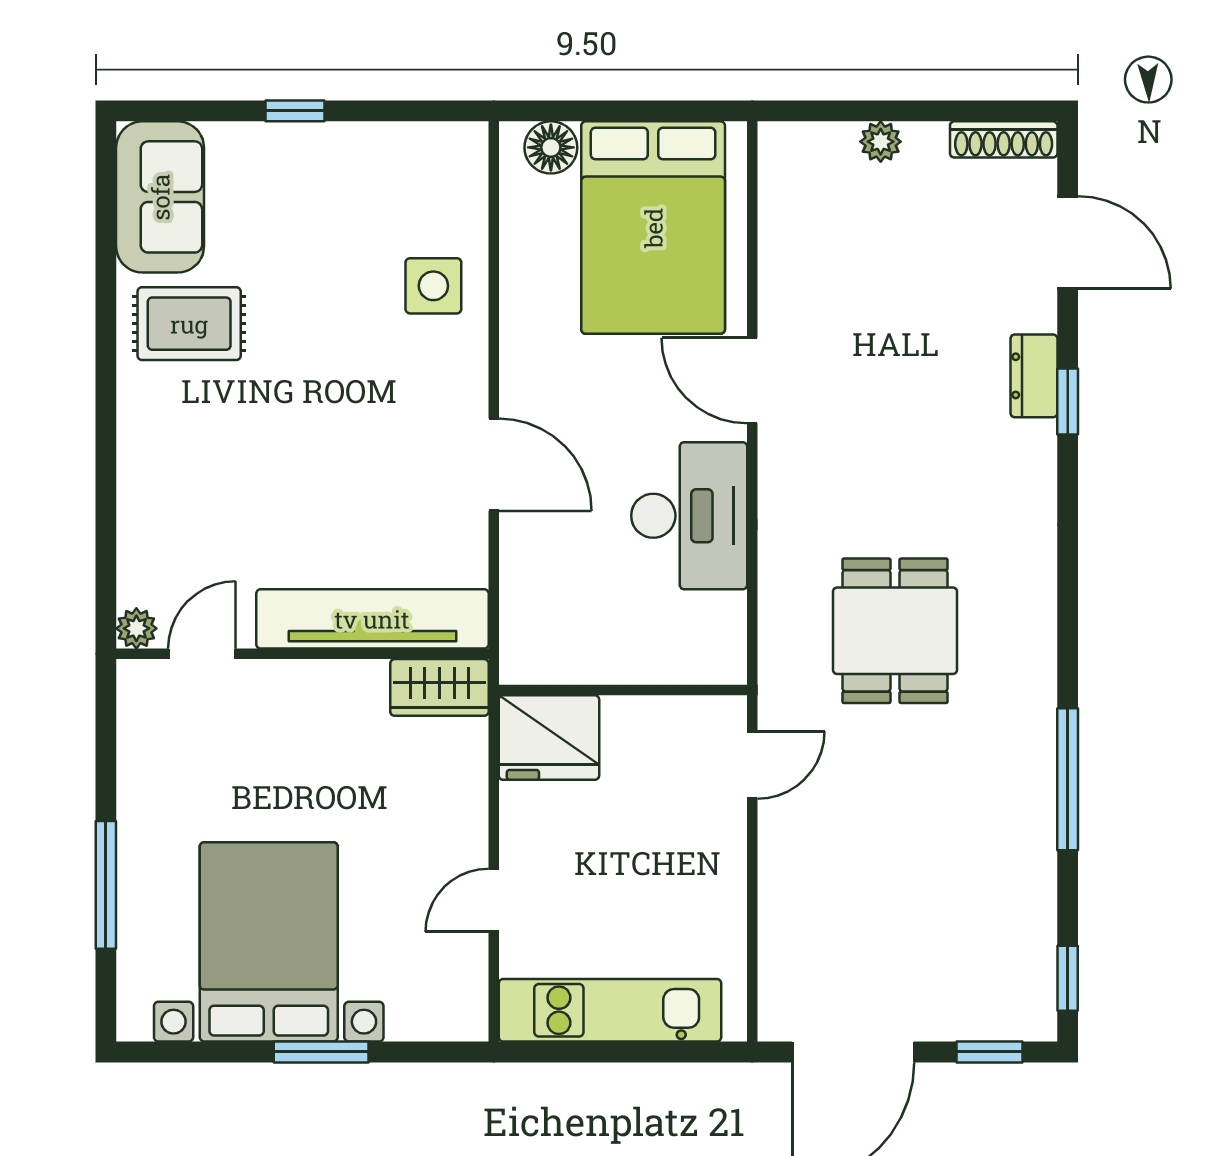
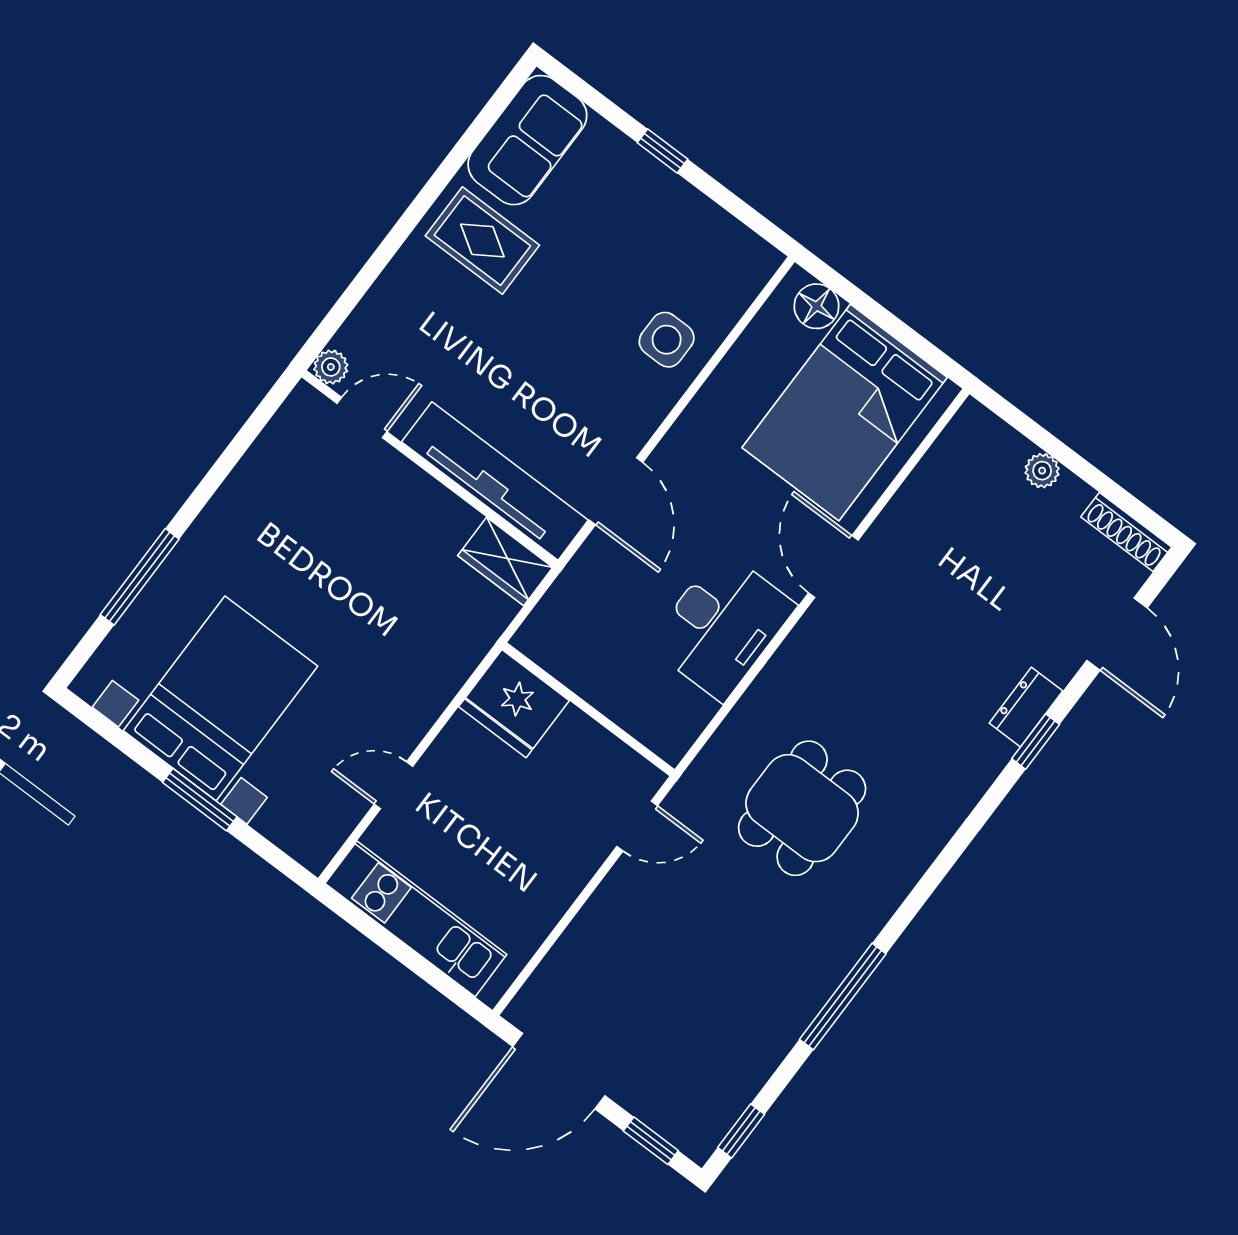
tv unit: (372, 619) -> (495, 481), moved
plant: (136, 628) -> (331, 367), moved
door: (202, 654) -> (362, 418), moved
wall: (302, 654) -> (430, 469), moved
wardrobe: (439, 687) -> (505, 561), moved

